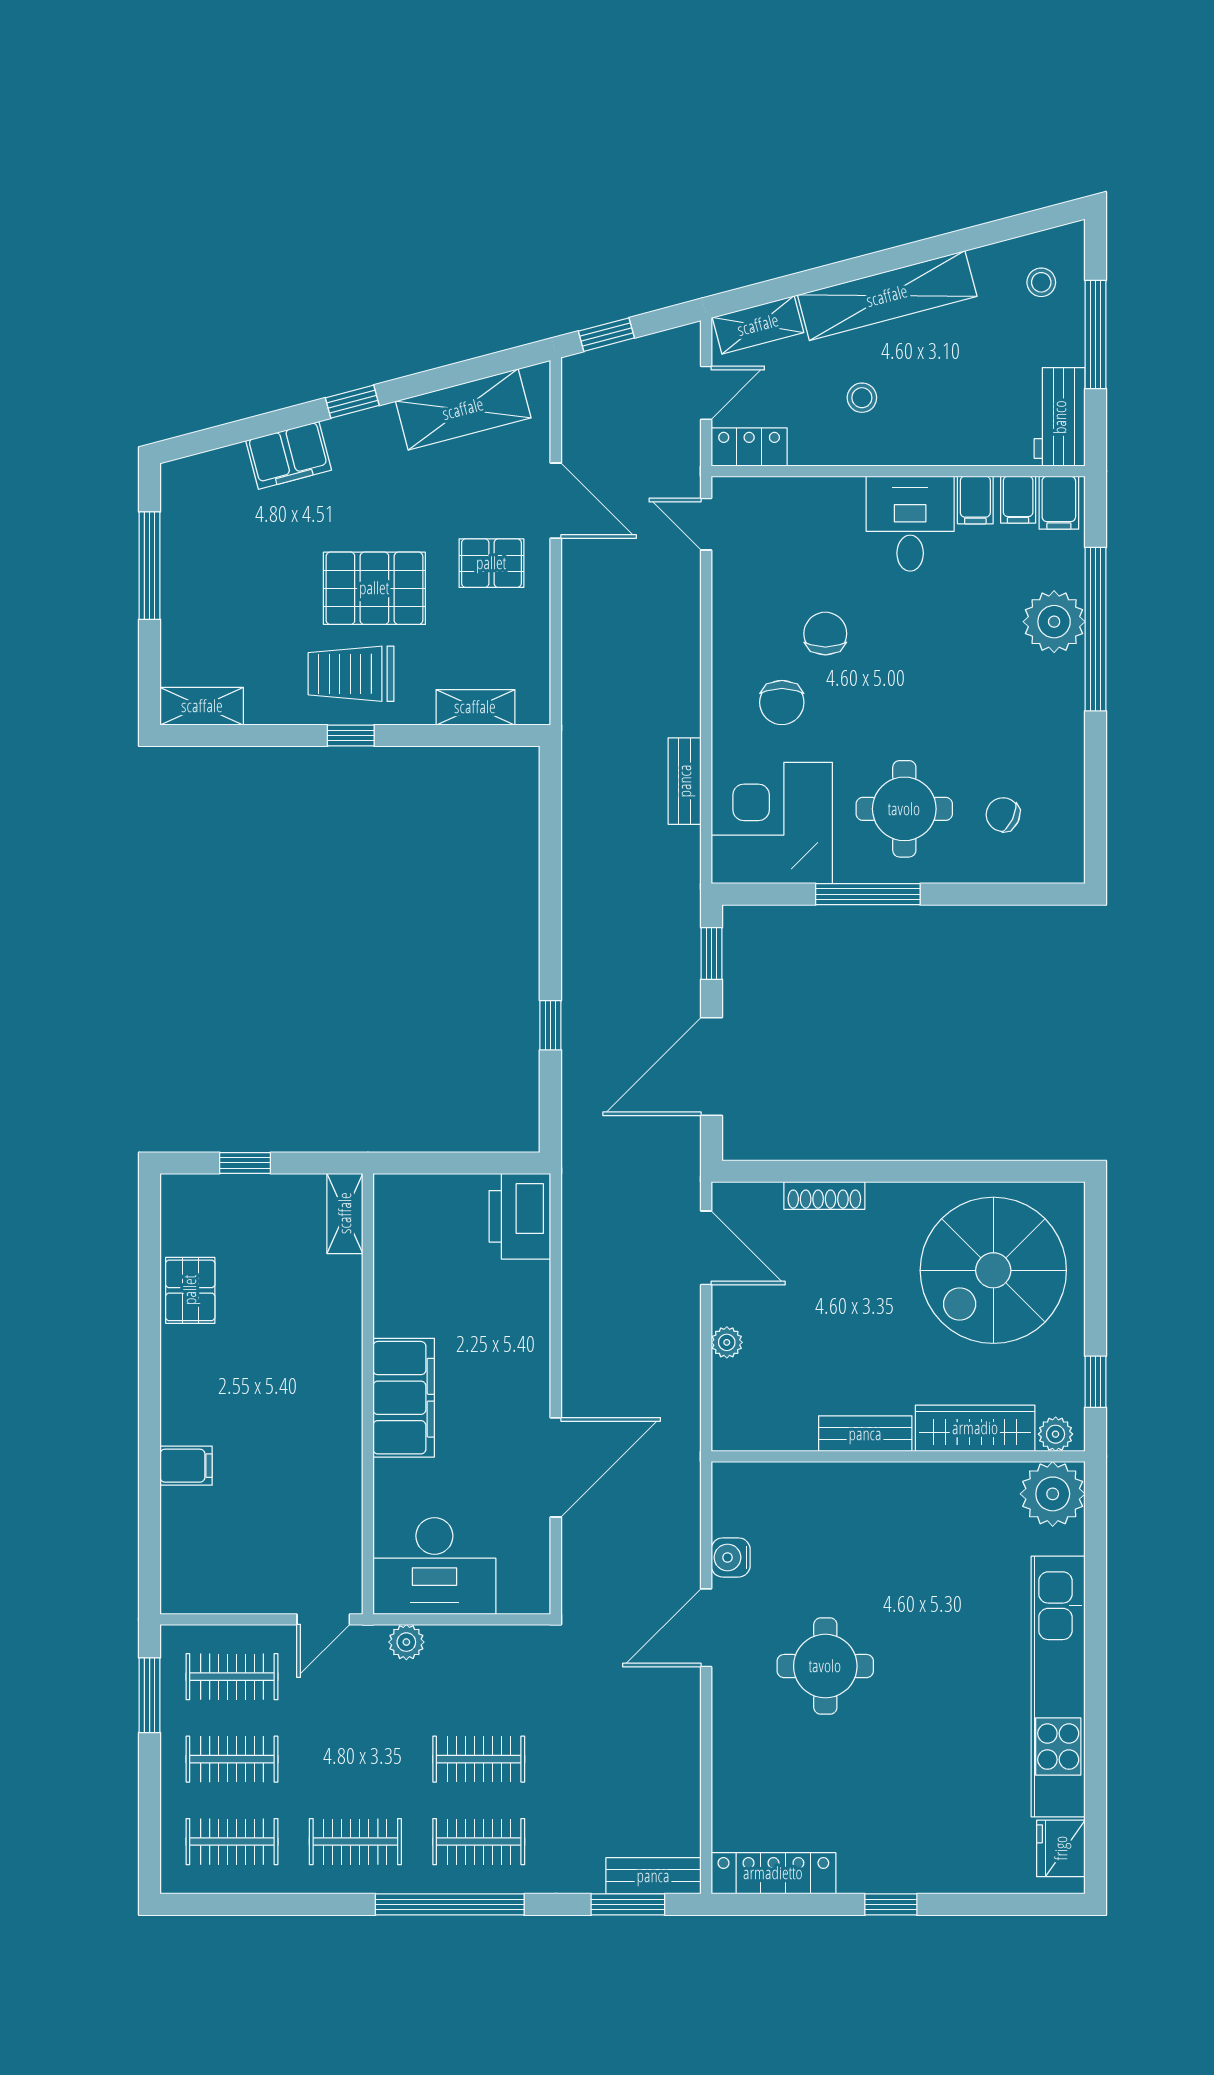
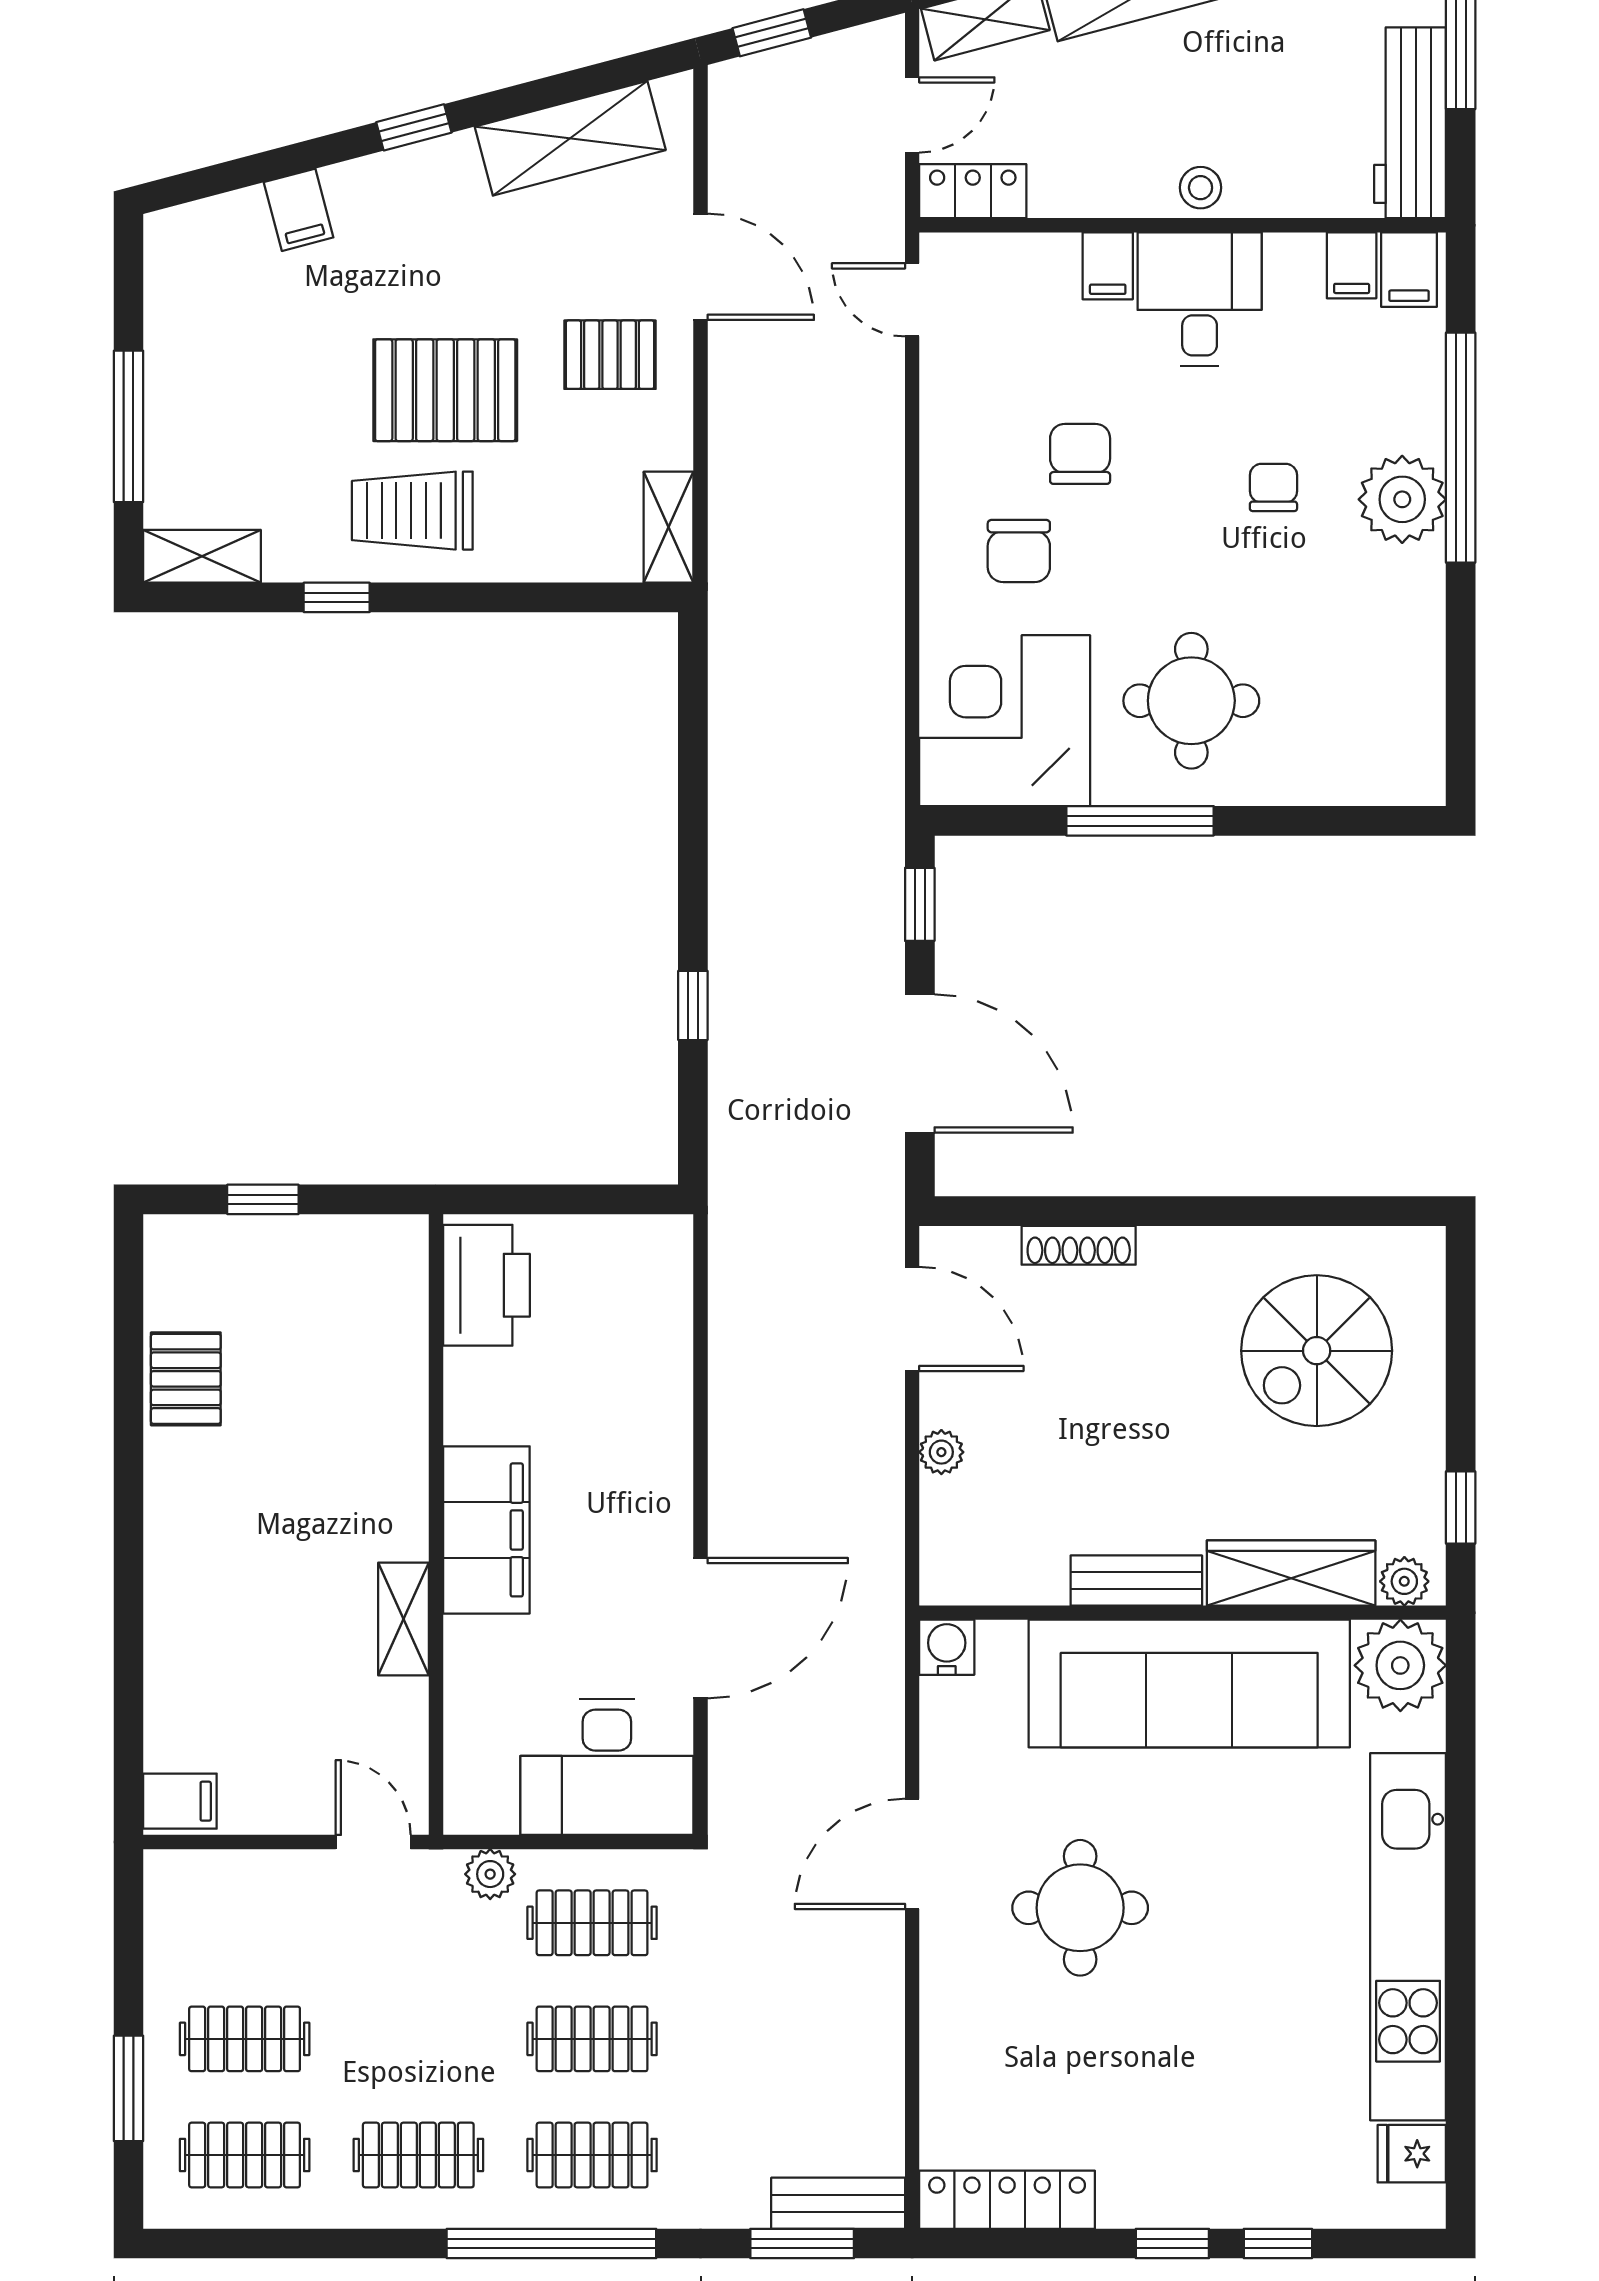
stool: (862, 398) -> (1201, 188), moved
workbench: (1060, 417) -> (1410, 123), width x1.38
filing cabinet: (289, 455) -> (299, 210), width x0.50
filing cabinet: (975, 500) -> (1108, 266), moved
window: (150, 566) -> (129, 426), moved
plant: (1054, 622) -> (1402, 499), moved
shelving: (475, 707) -> (669, 527), moved, turned 90
window: (351, 735) -> (337, 597), moved
bench: (685, 781) -> (882, 662), removed
chair: (1003, 815) -> (1273, 487), moved, turned 65
door: (711, 1066) -> (920, 1064), swing flipped
shelving: (345, 1213) -> (404, 1619), moved
printer: (520, 1216) -> (486, 1285), moved, turned 180
spiral stairs: (993, 1270) -> (1317, 1351), width x0.73, depth x0.73
filing cabinet: (186, 1466) -> (180, 1801), moved
sofa: (903, 1507) -> (1189, 1684), added
water cooler: (731, 1557) -> (947, 1647), moved, turned 90
desk: (434, 1566) -> (607, 1767), moved
door: (323, 1619) -> (373, 1842), swing flipped
clothes rail: (232, 1677) -> (592, 1923), moved
window: (150, 1695) -> (129, 2088), moved
fridge: (1061, 1848) -> (1412, 2154), width x0.72
window: (966, 1904) -> (1278, 2244), added

